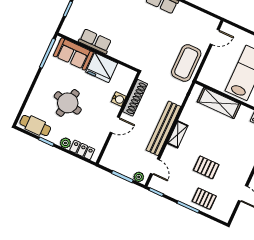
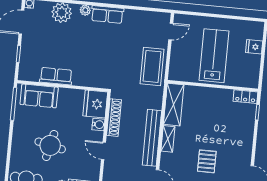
fridge: (102, 68) -> (95, 104), moved, turned 90
shelving: (219, 103) -> (174, 105), moved, turned 90
door: (115, 125) -> (103, 151), swing flipped
pallet: (206, 167) -> (207, 161), turned 90

